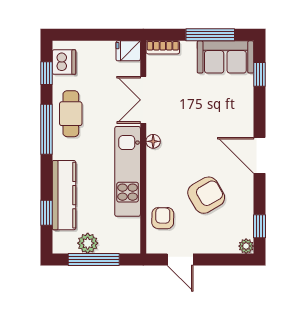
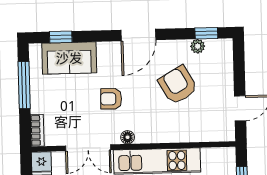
sofa: (225, 57) -> (69, 58), moved, turned 90
armchair: (163, 218) -> (111, 99), moved
plant: (246, 246) -> (198, 46), moved

